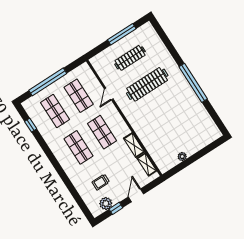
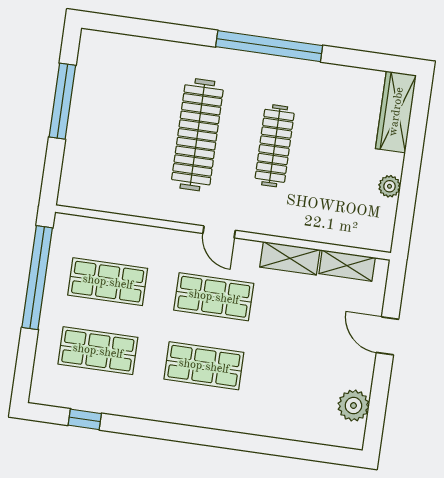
clothes rail: (130, 58) -> (275, 146), moved
window: (48, 82) -> (37, 278), moved
door: (109, 94) -> (219, 232), moved
wardrobe: (207, 139) -> (396, 112), added
trolley: (101, 182) -> (305, 380), removed
window: (116, 208) -> (379, 395), removed

